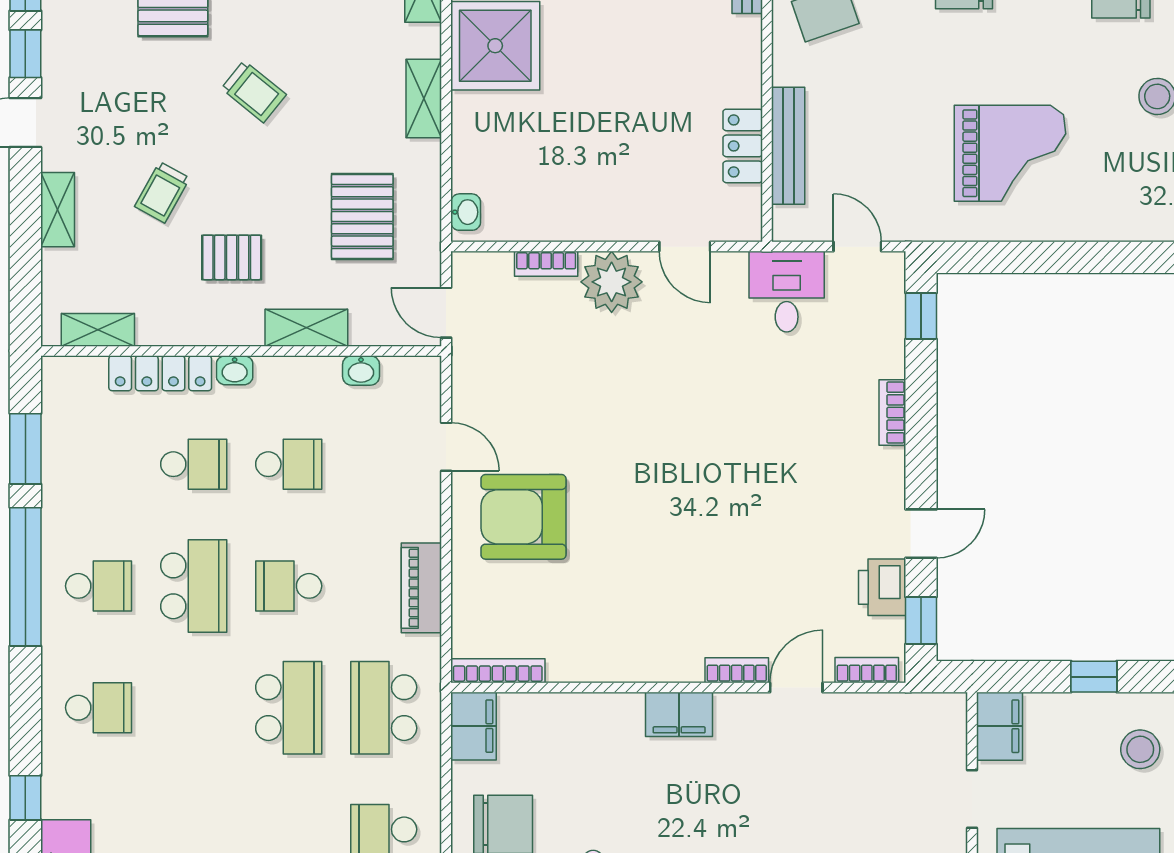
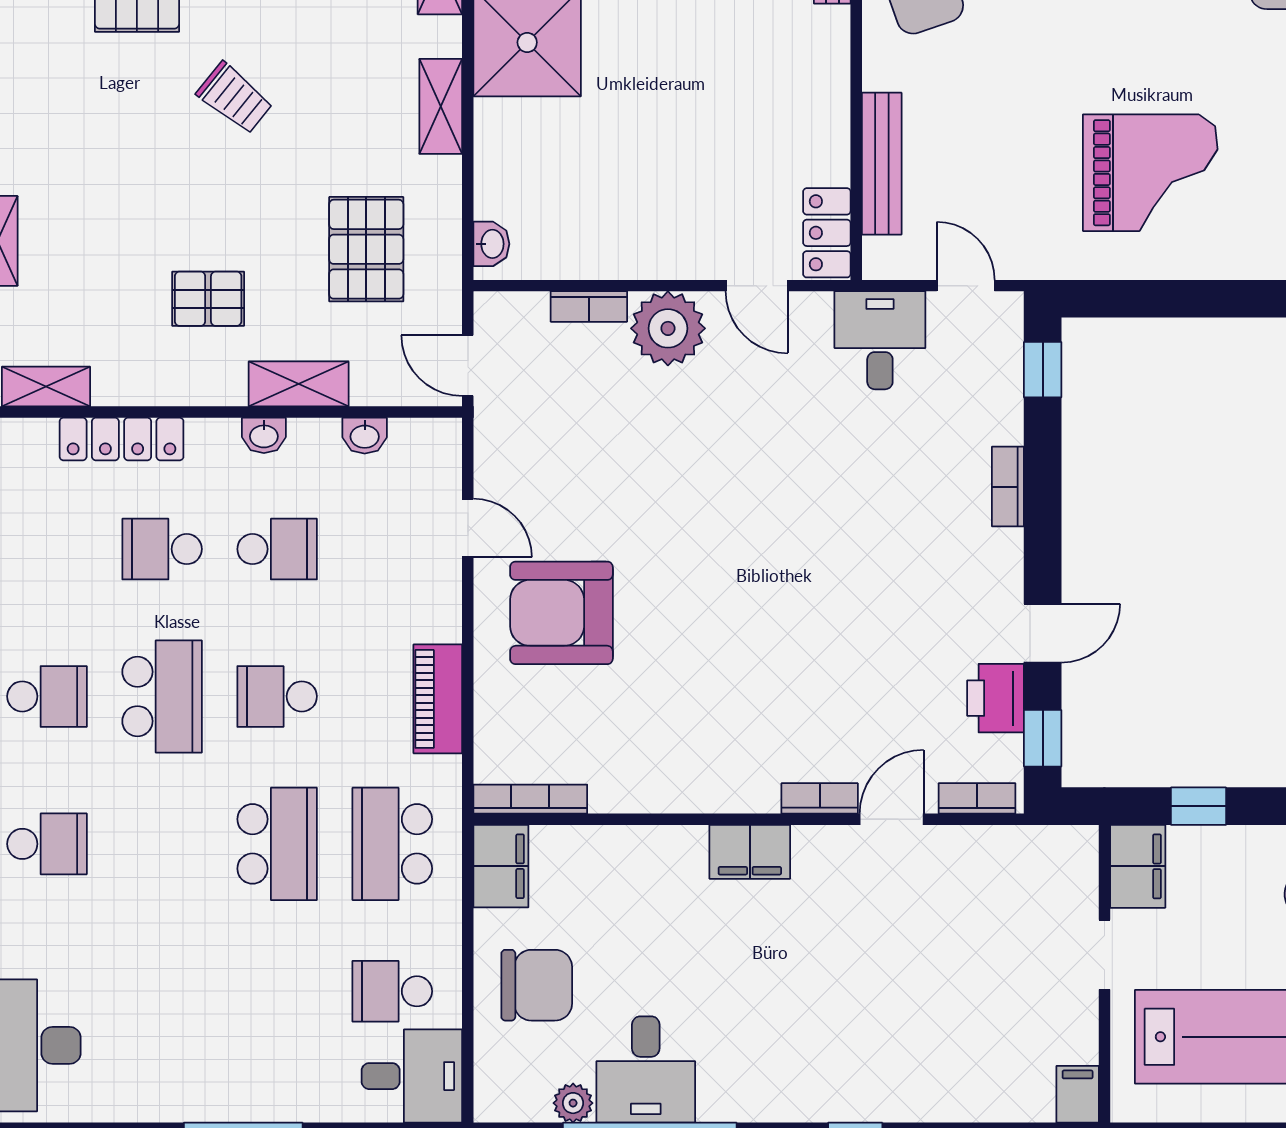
locker: (743, 146) -> (827, 233), moved
trolley: (162, 192) -> (124, 220), removed
washbasin: (235, 370) -> (264, 435), moved
school desk: (194, 464) -> (162, 549), turned 180
window: (1094, 677) -> (1198, 806), moved

